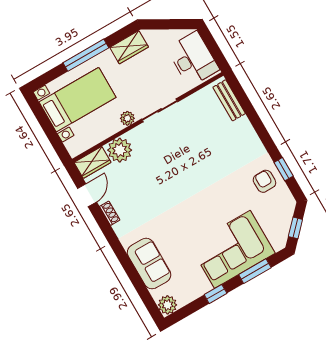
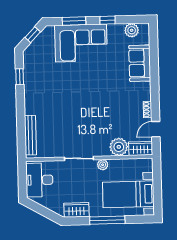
bench: (229, 100) -> (30, 135), width x1.36
armchair: (264, 181) -> (36, 76), removed
plant: (168, 305) -> (132, 30), moved

